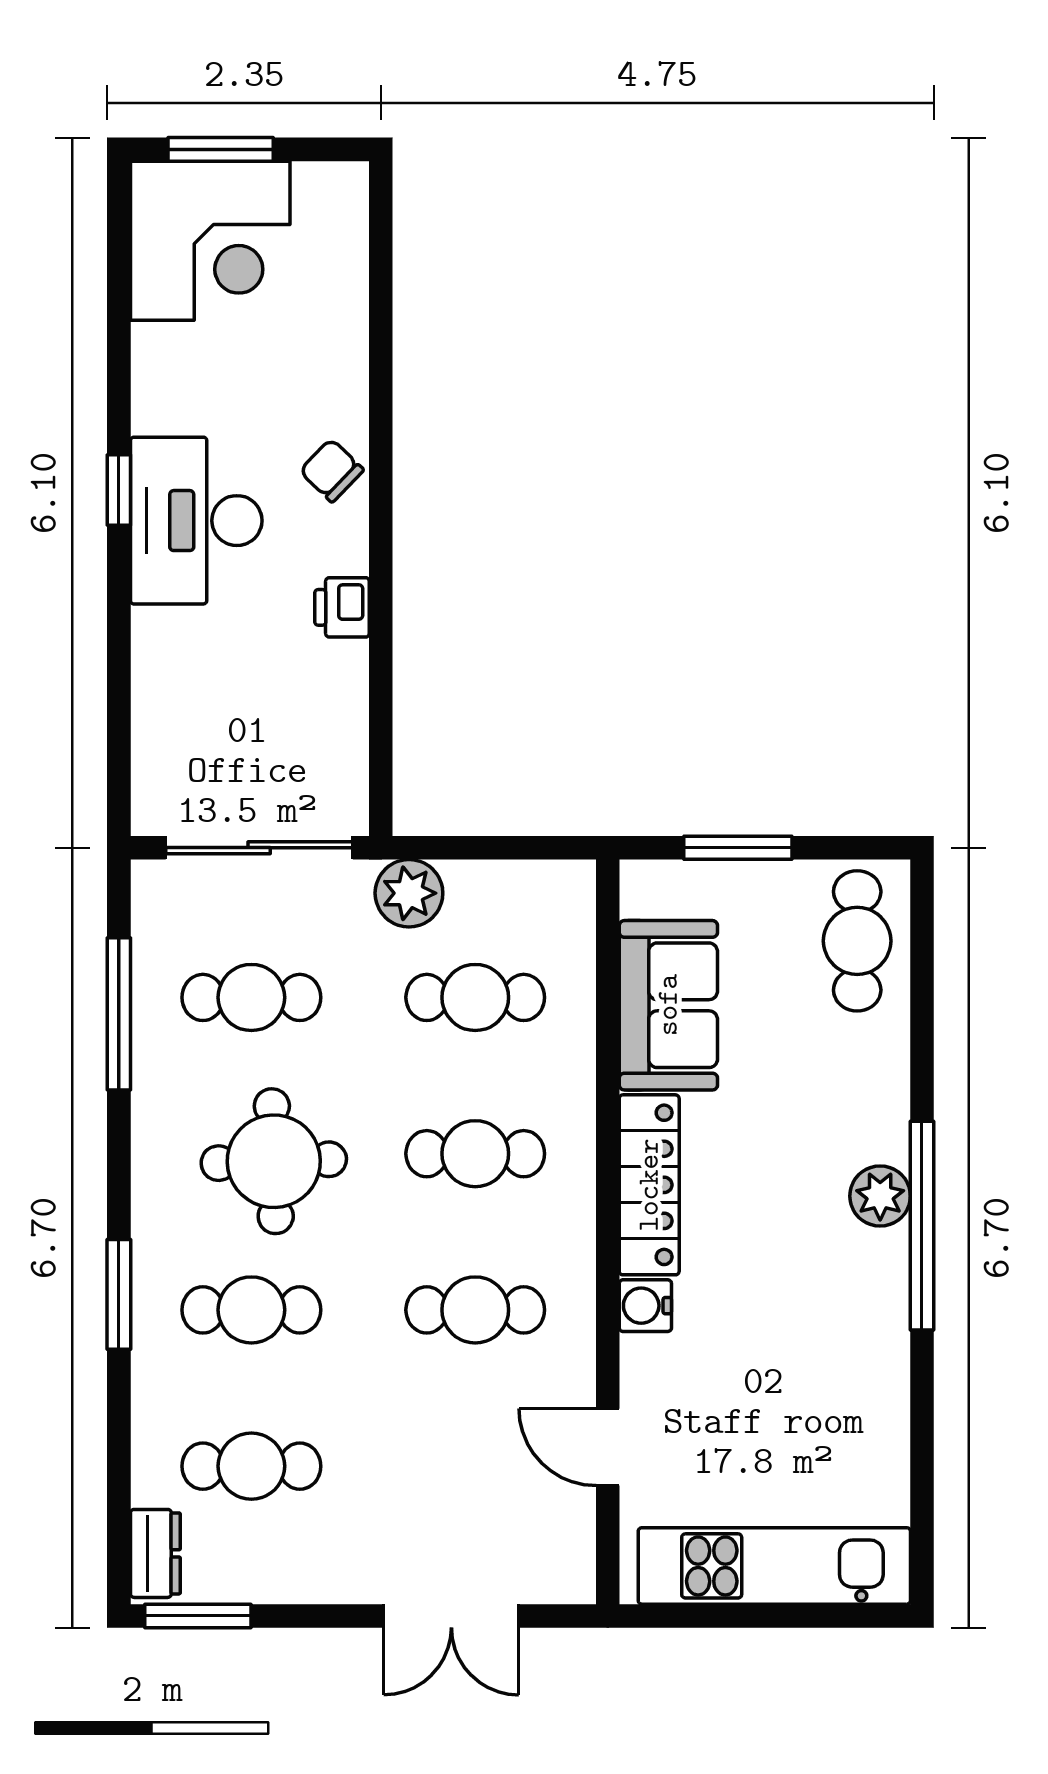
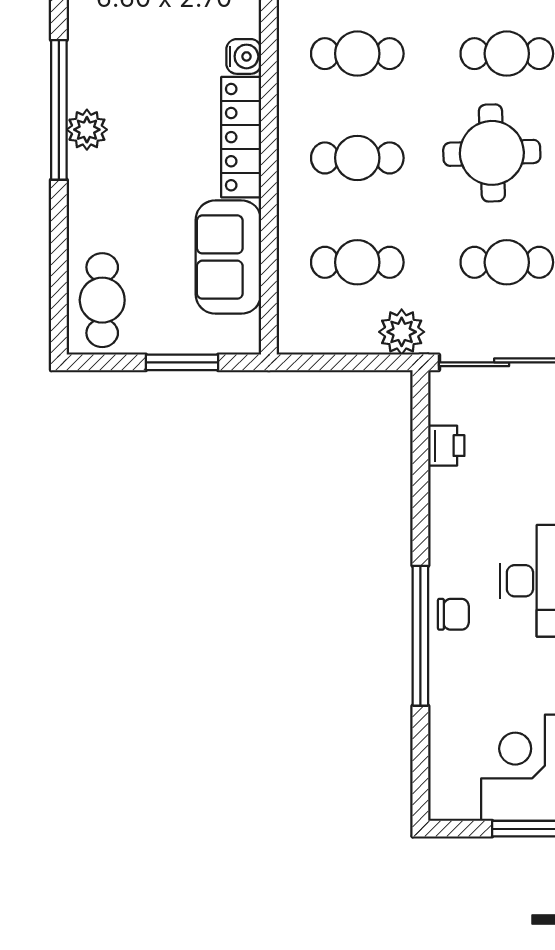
window: (381, 438) -> (420, 636), added
chair: (332, 470) -> (453, 614), turned -44
printer: (342, 607) -> (446, 446), moved

